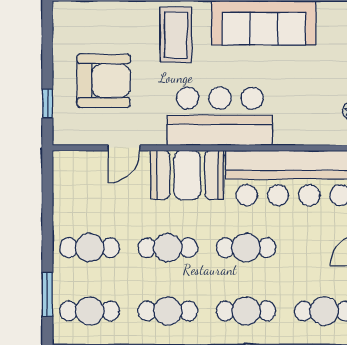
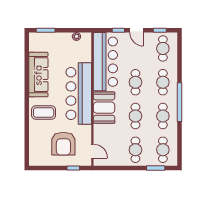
armchair: (104, 81) -> (63, 144), turned 180
bar counter: (220, 116) -> (79, 94), width x1.36
door: (124, 148) -> (92, 151), moved

